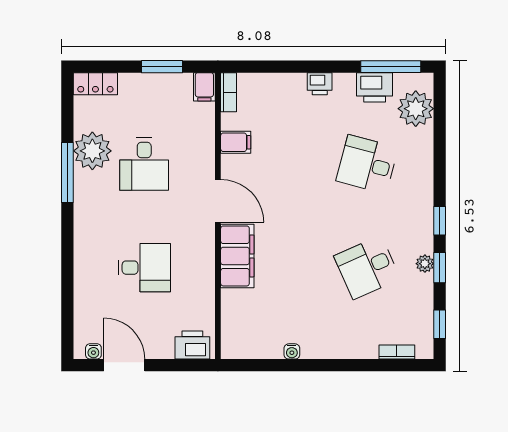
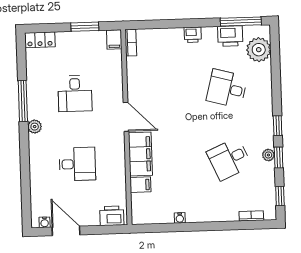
filing cabinet: (236, 142) -> (140, 185), moved
plant: (92, 151) -> (35, 127), moved, width x0.53, depth x0.53

